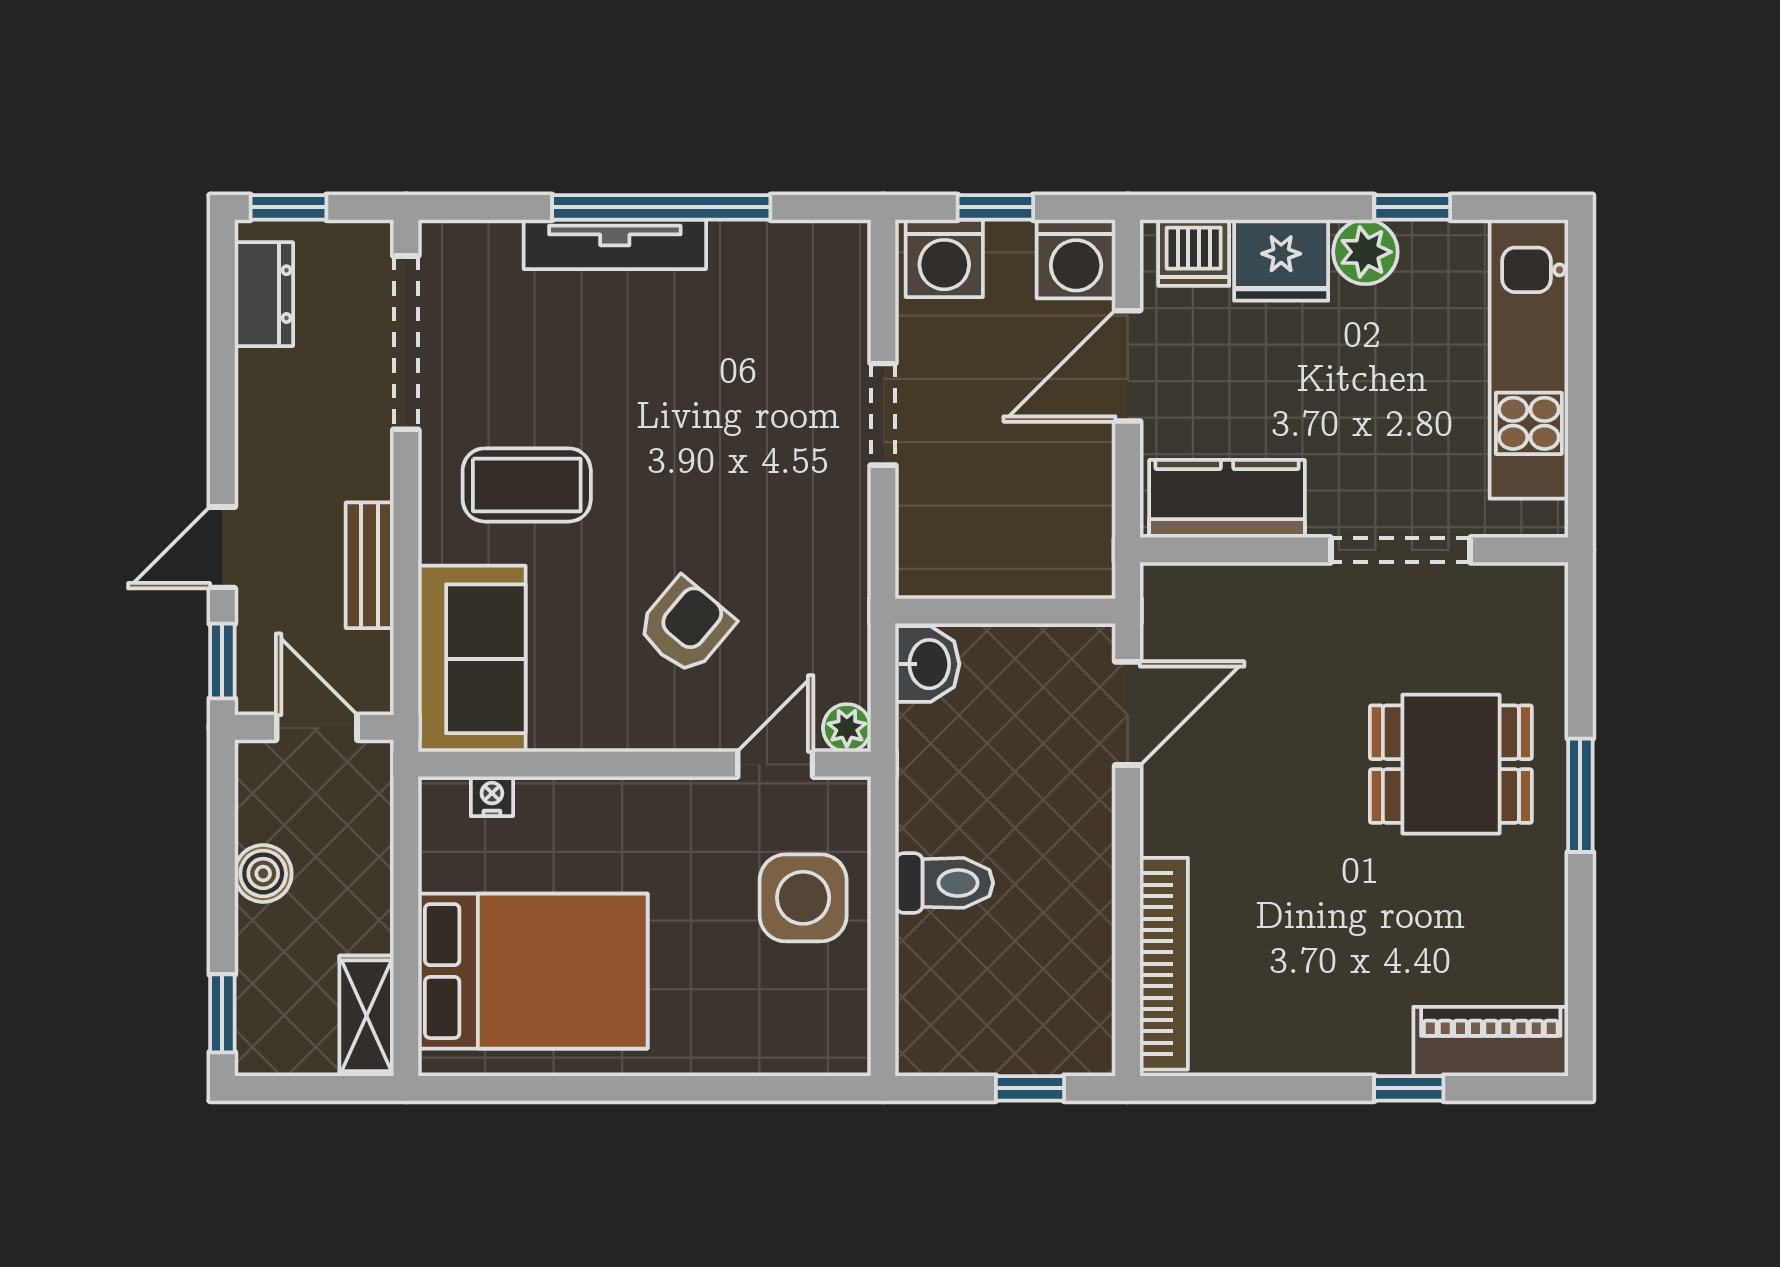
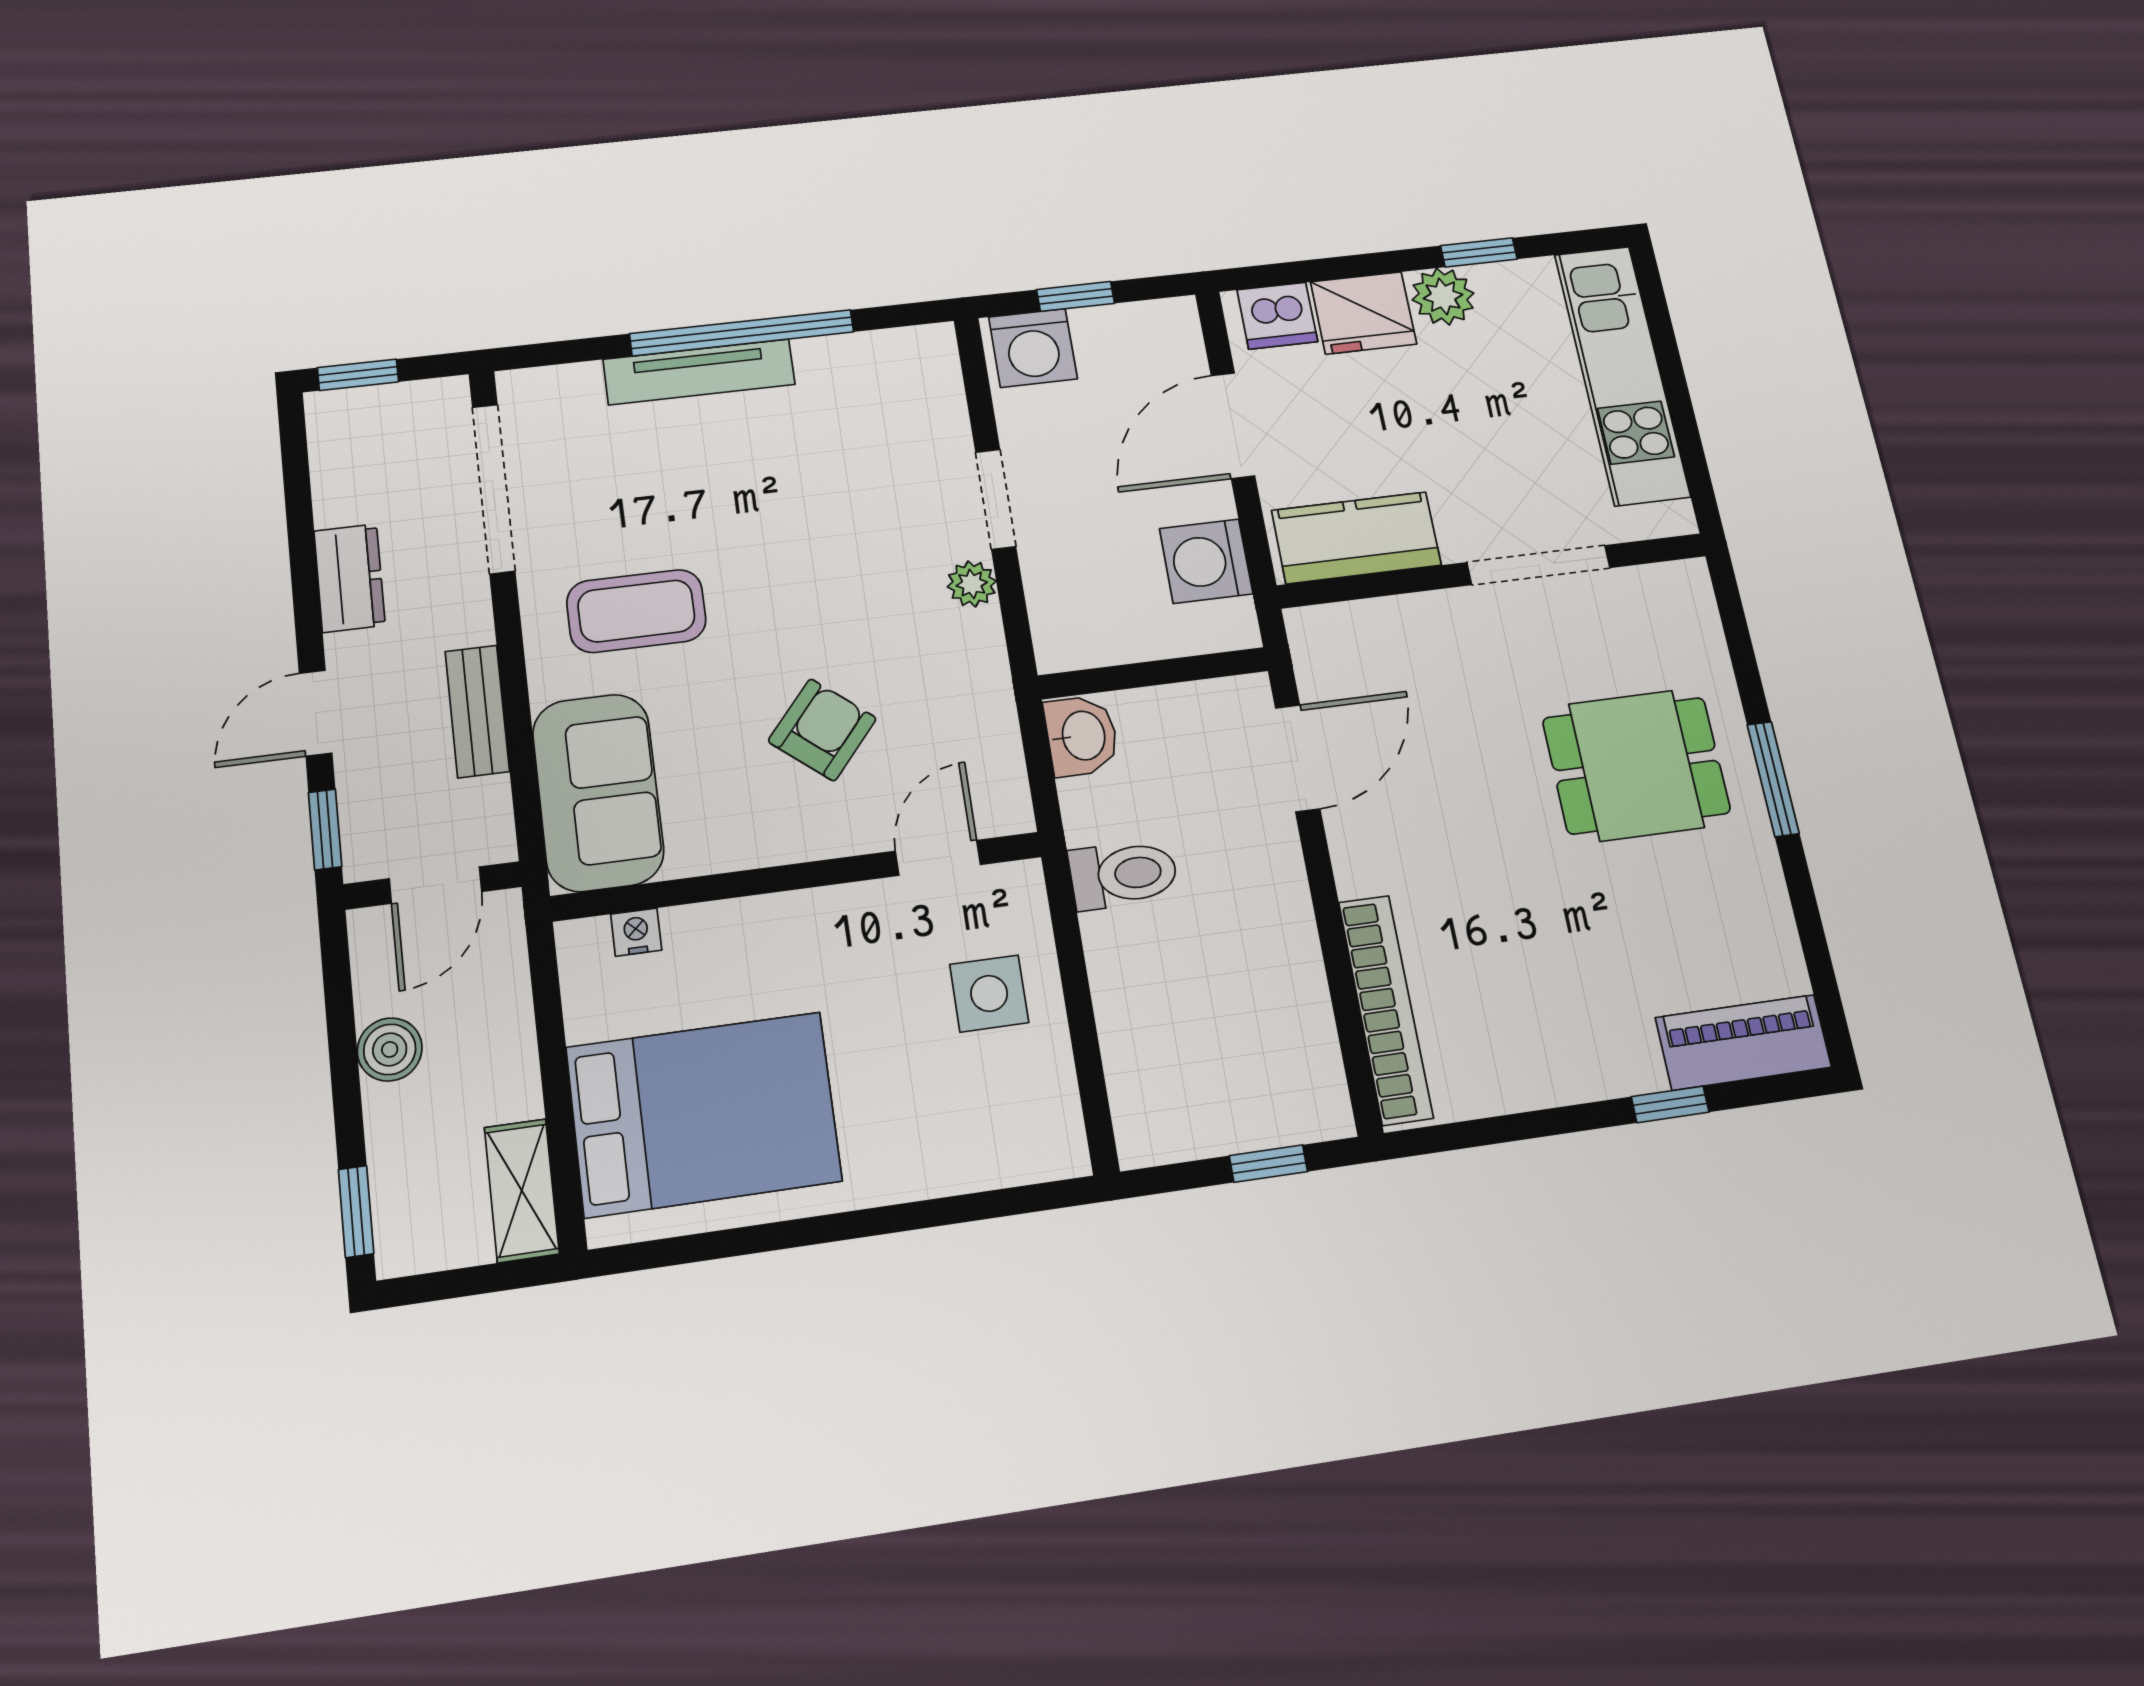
washing machine: (1076, 259) -> (1206, 561), moved, turned 90
dresser: (264, 294) -> (350, 578), moved
door: (317, 727) -> (435, 885), swing flipped
plant: (847, 728) -> (972, 584), moved
toilet: (944, 883) -> (1123, 874), moved
side table: (803, 898) -> (989, 993), width x0.73, depth x0.73

